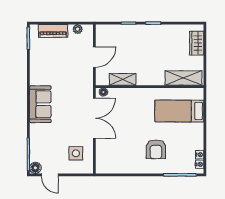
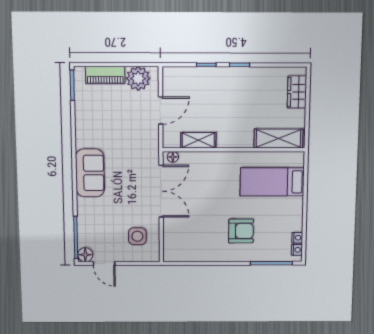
plant: (78, 29) -> (138, 79), width x1.88, depth x1.88
armchair: (156, 149) -> (241, 231), turned -90

